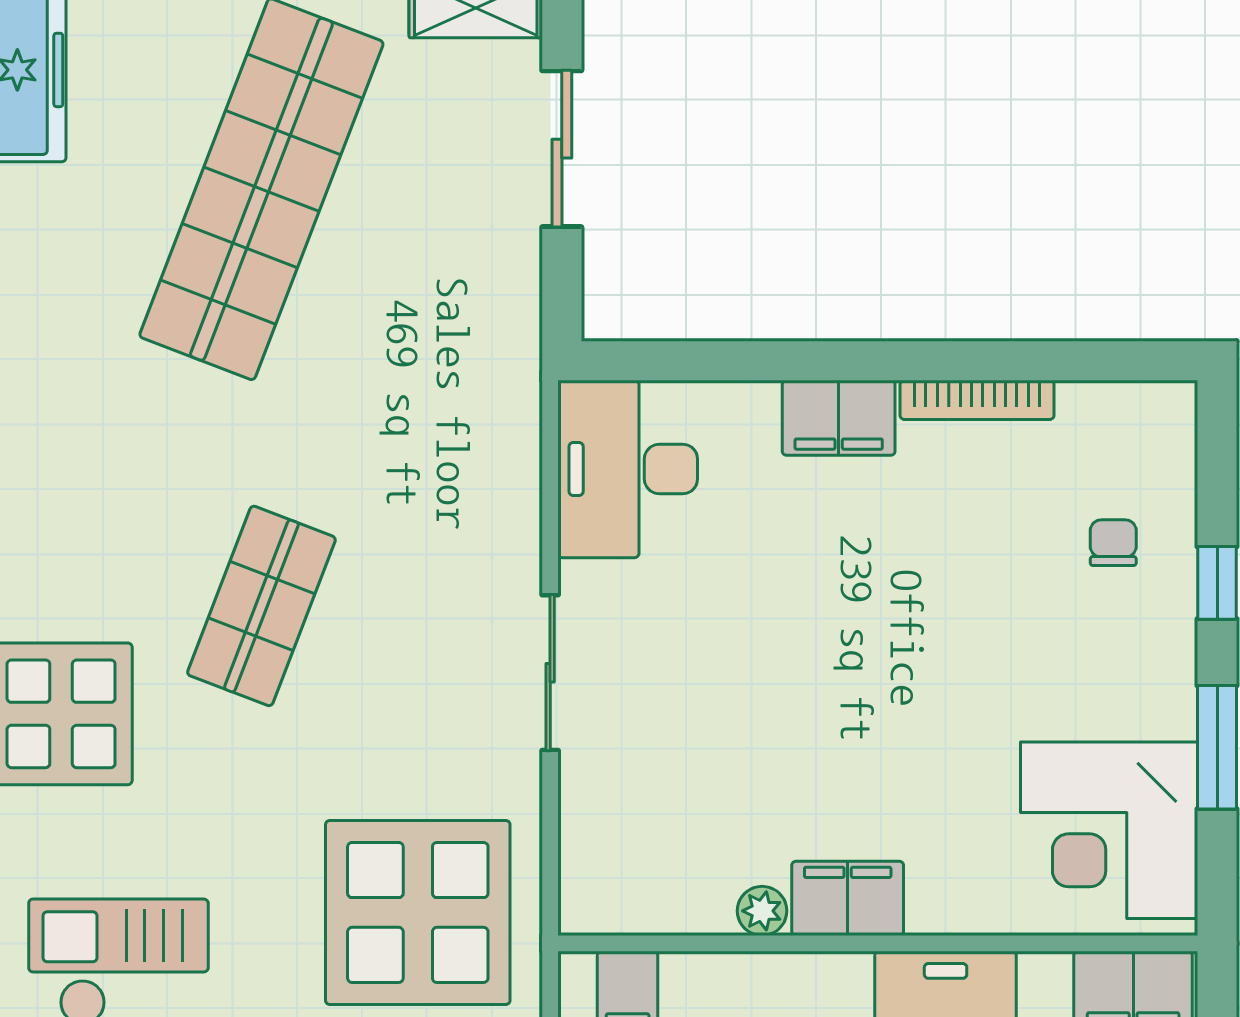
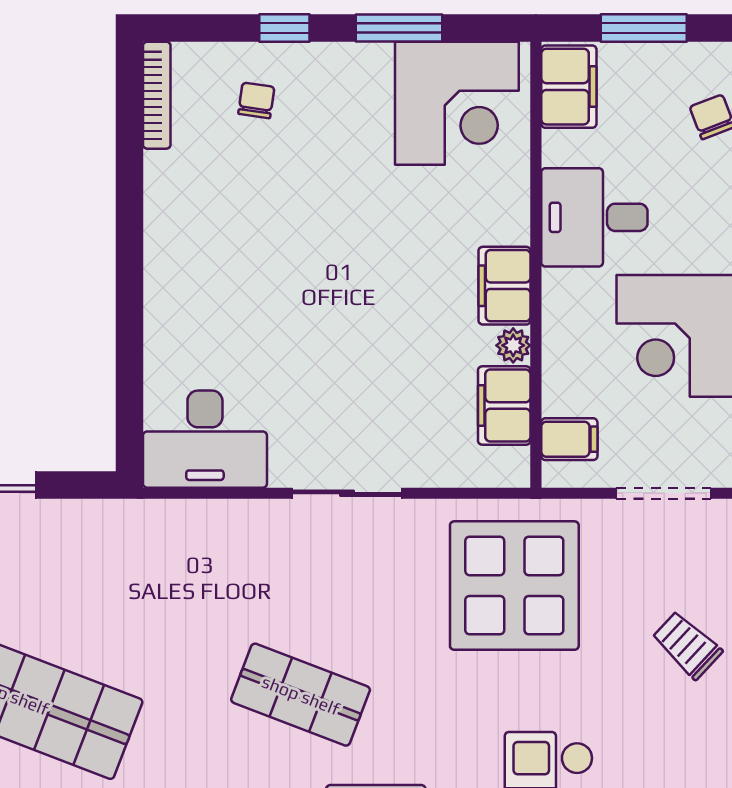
bookcase: (977, 400) -> (157, 95), moved
filing cabinet: (839, 418) -> (504, 406), moved, turned 180
chair: (1113, 543) -> (256, 100), turned 98

